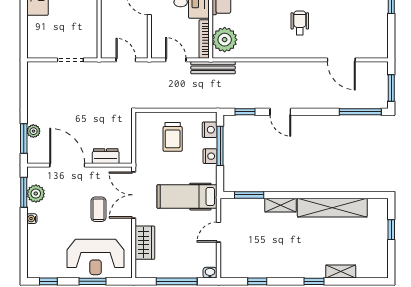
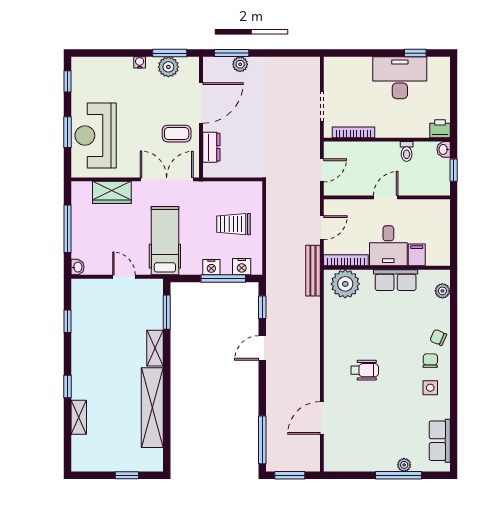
bookcase: (93, 32) -> (353, 132), added
coffee table: (98, 209) -> (177, 134), moved

